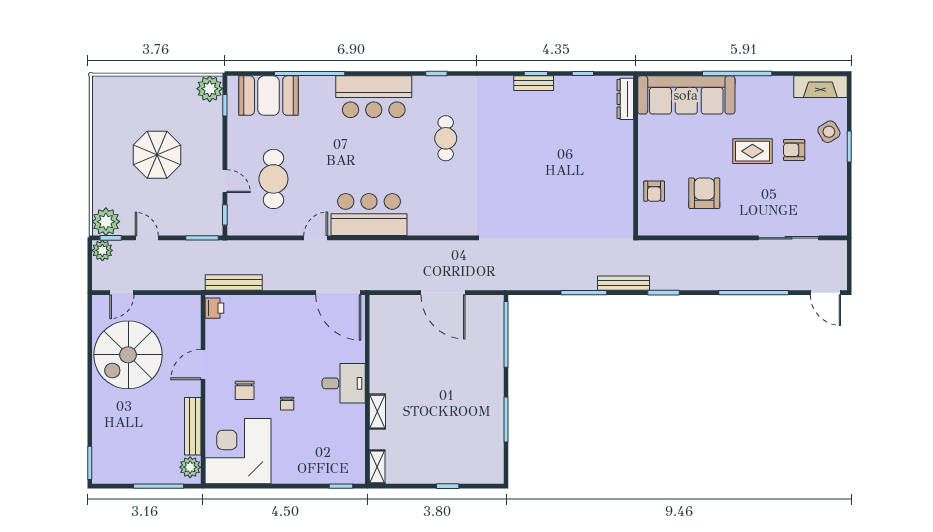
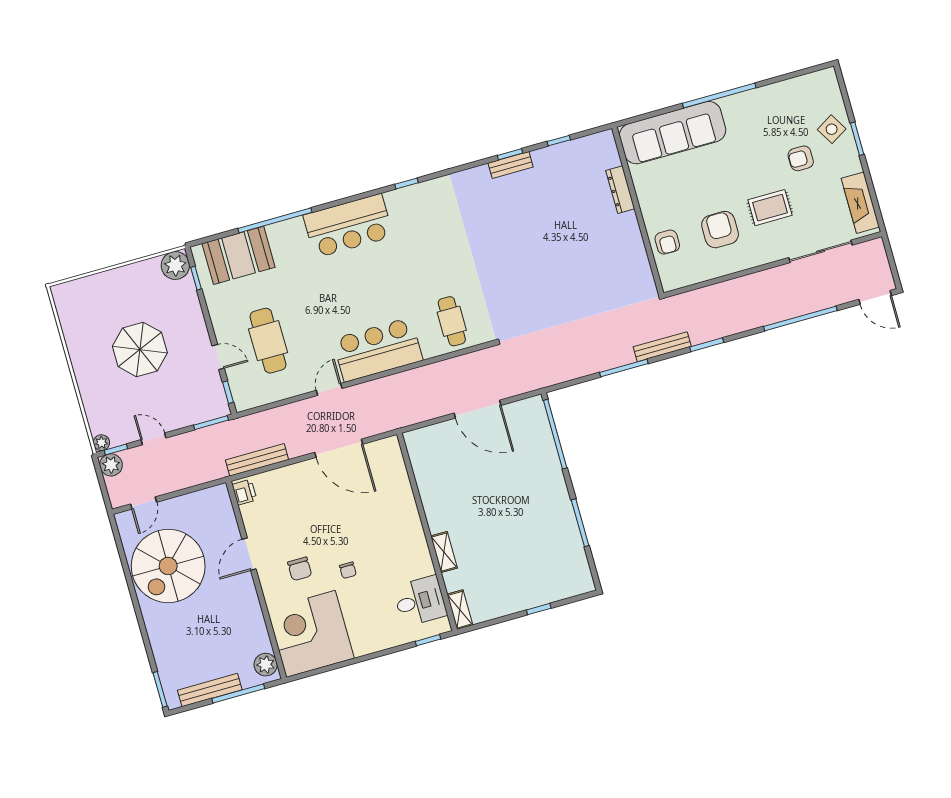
fireplace: (820, 87) -> (860, 203), moved, turned 90
dresser: (625, 99) -> (620, 190), moved
cafe table: (446, 138) -> (452, 321), moved
rug: (752, 151) -> (770, 208), moved
plant: (106, 222) -> (101, 443), width x0.53, depth x0.53
door: (338, 293) -> (339, 448), moved
desk: (344, 383) -> (420, 601), moved
bench: (193, 426) -> (210, 690), moved, turned 90

